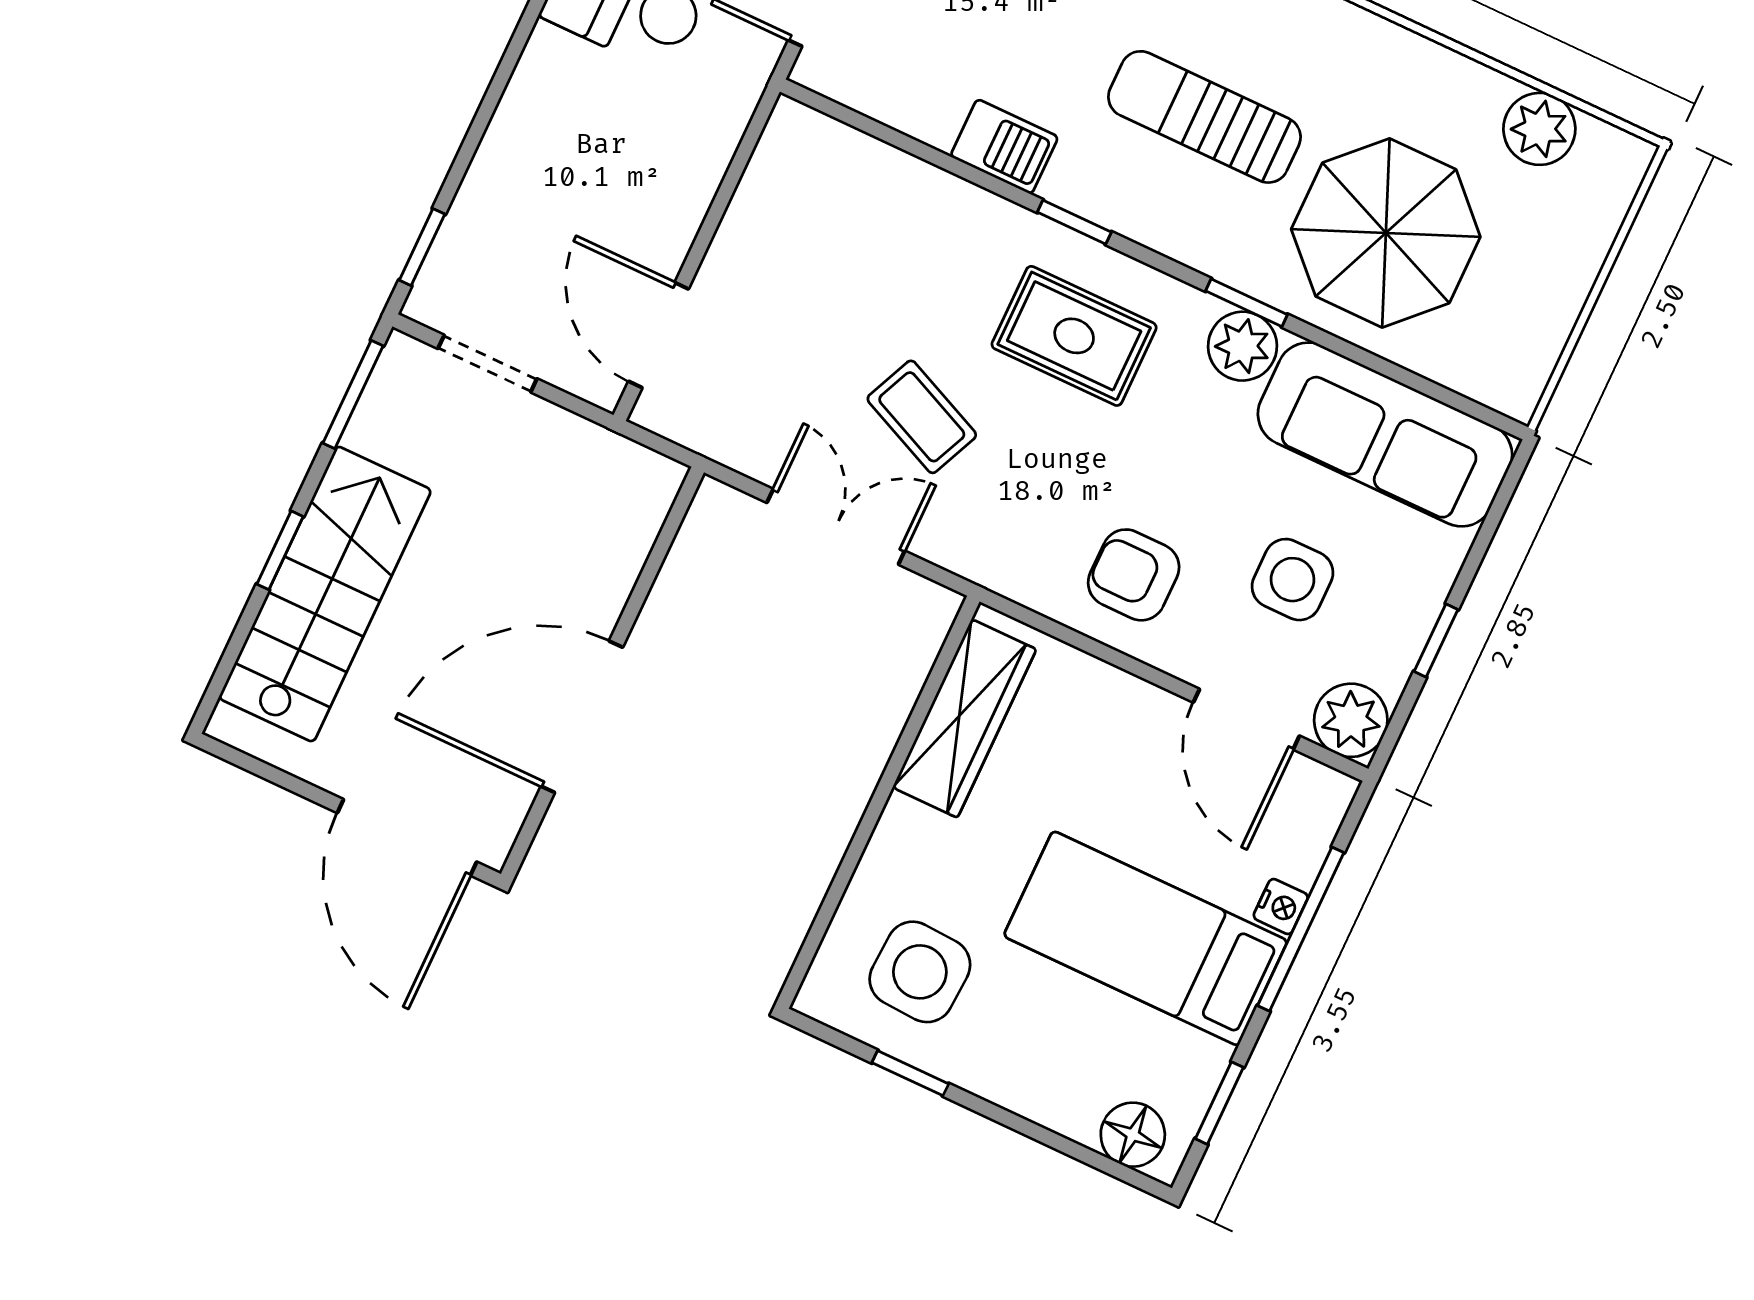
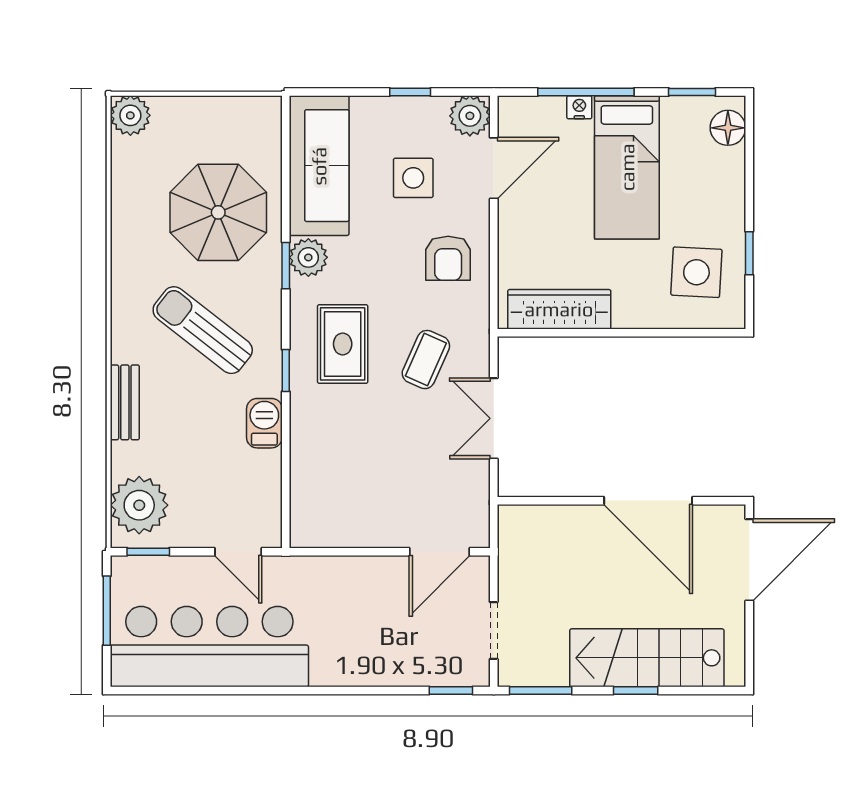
sun lounger: (1204, 117) -> (203, 330), turned 128
plant: (1539, 129) -> (130, 115), moved
coffee table: (922, 417) -> (426, 360), moved

